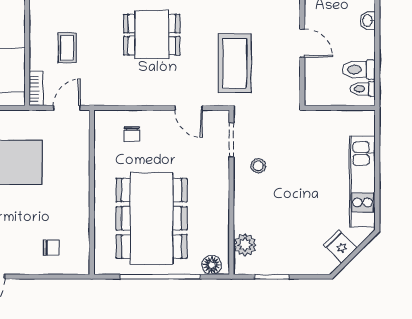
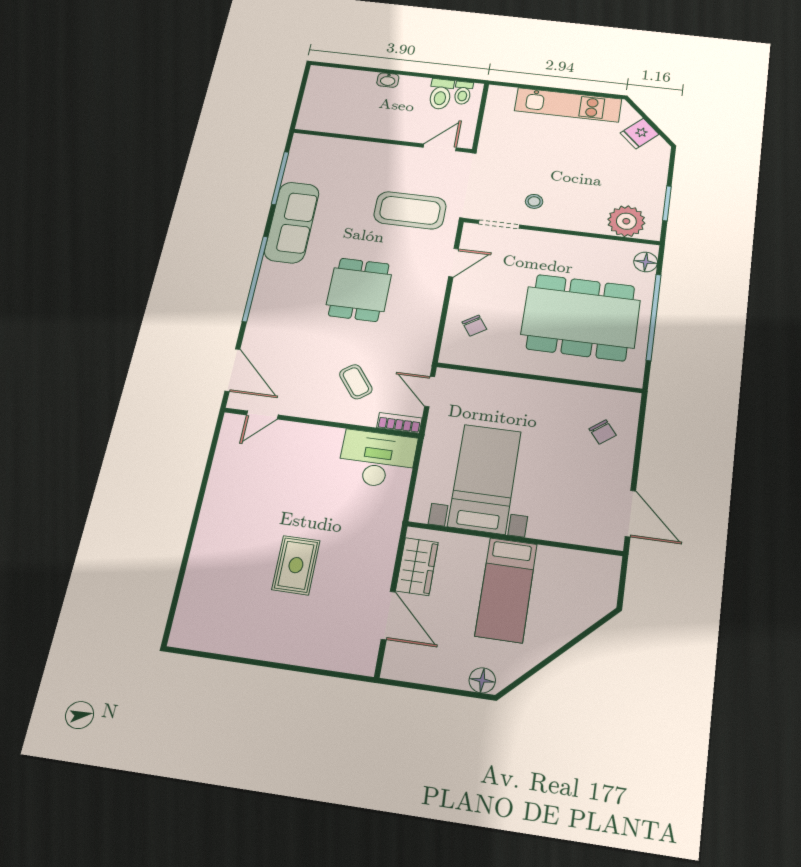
door: (302, 43) -> (440, 147), moved
coffee table: (67, 48) -> (356, 382), turned 53
chair: (132, 134) -> (474, 326), turned 56
plant: (245, 245) -> (626, 221), width x1.36, depth x1.36
chair: (51, 248) -> (603, 432), turned 142

